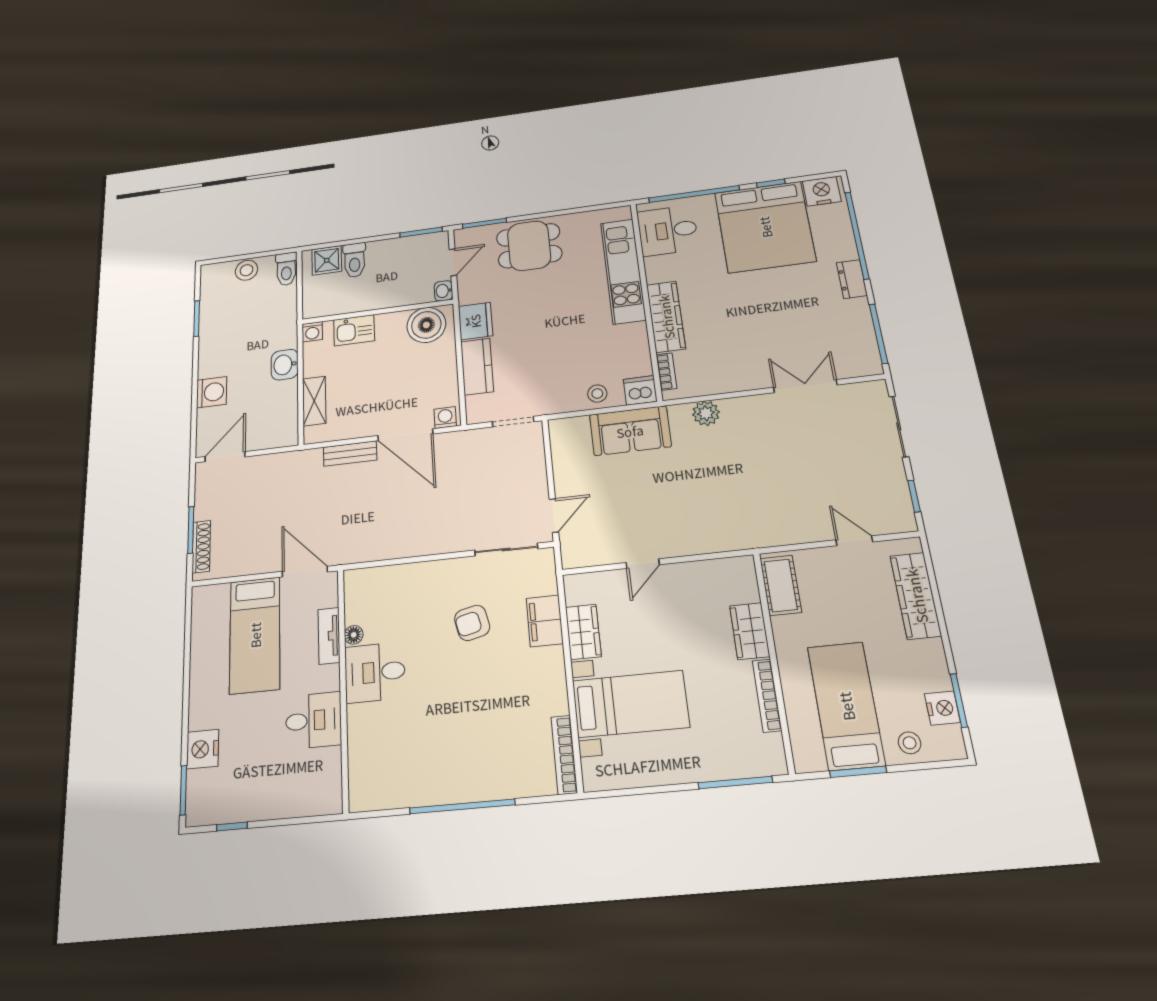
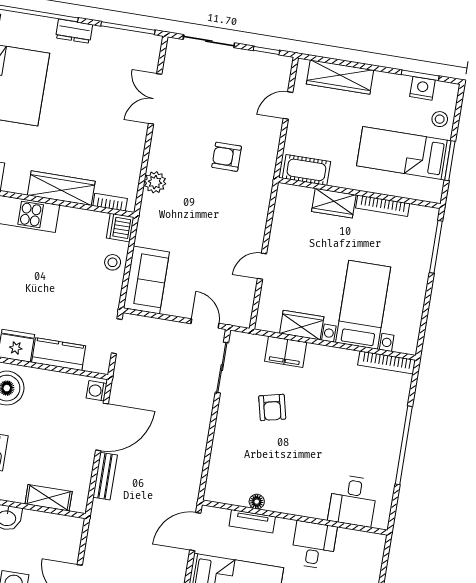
sofa: (630, 431) -> (146, 280), moved
armchair: (764, 485) -> (227, 157), added
door: (643, 564) -> (262, 266), swing flipped
desk: (375, 672) -> (353, 501), moved

